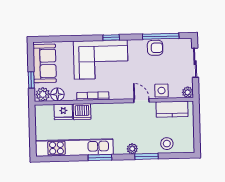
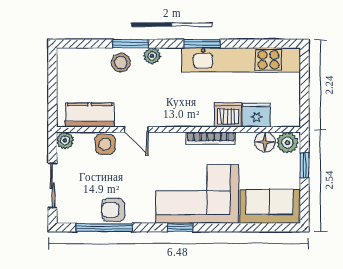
sofa: (45, 63) -> (270, 206), moved, turned 90
stool: (167, 144) -> (121, 63), moved

